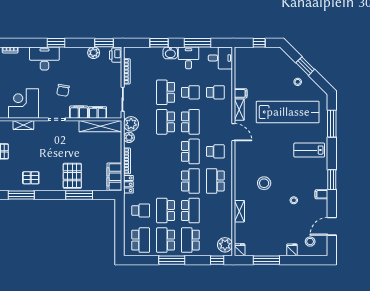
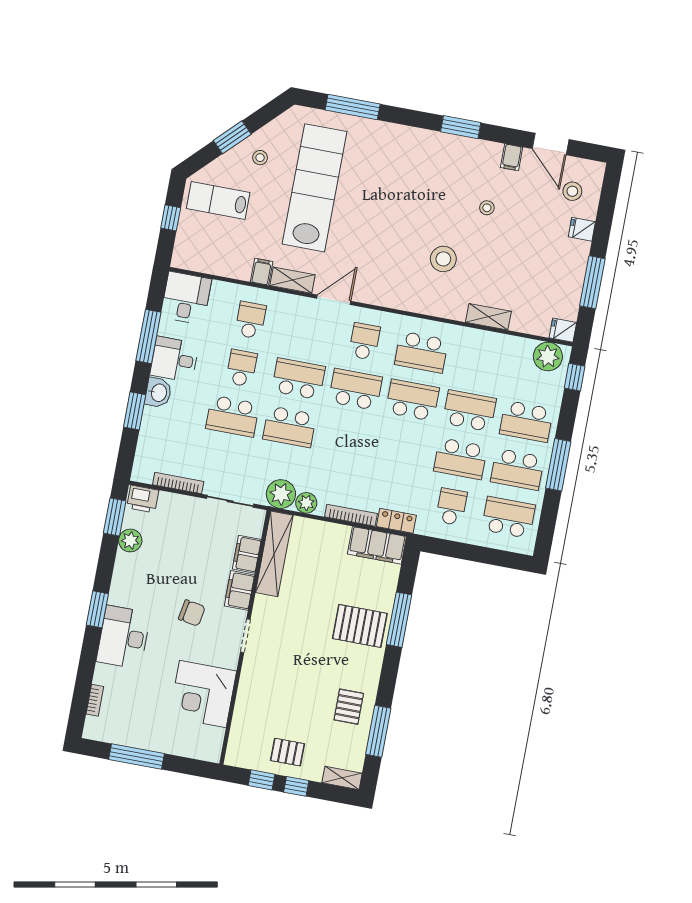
shelving: (23, 125) -> (244, 702), removed
lab bench: (309, 150) -> (218, 201), moved, turned 90
filing cabinet: (321, 194) -> (512, 157), moved

